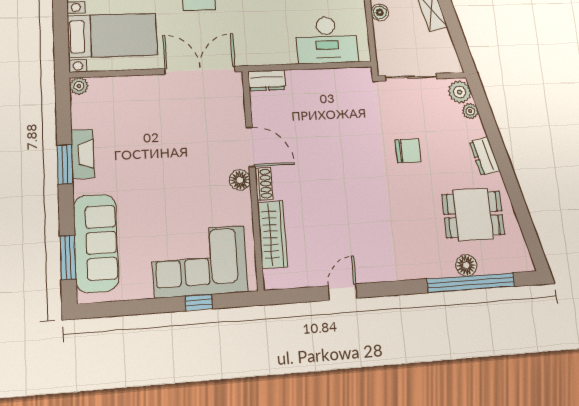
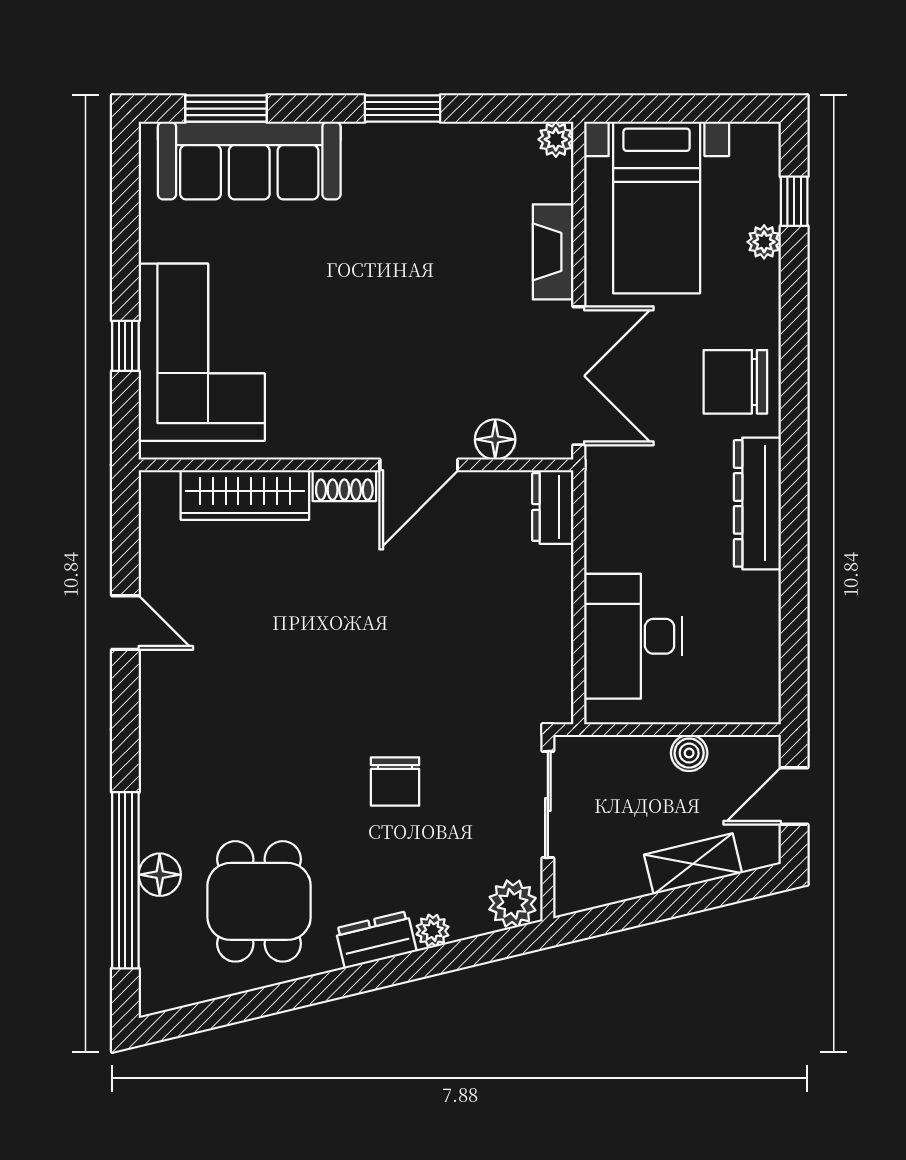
plant: (470, 111) -> (433, 931), moved
fireplace: (83, 154) -> (553, 252), moved, turned 90
floor lamp: (240, 180) -> (495, 439), moved

